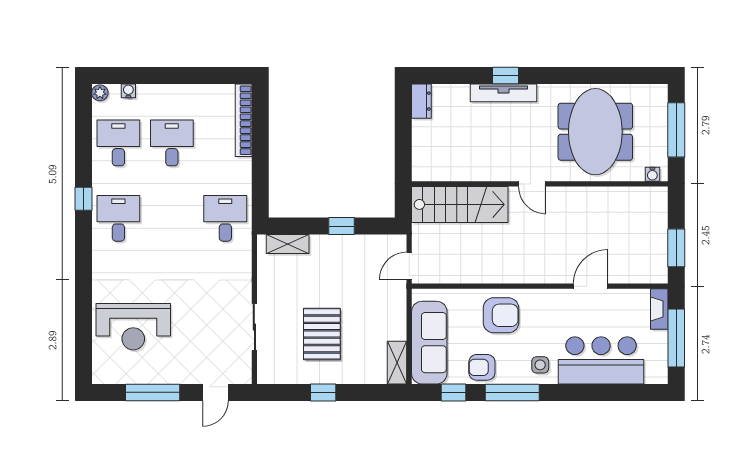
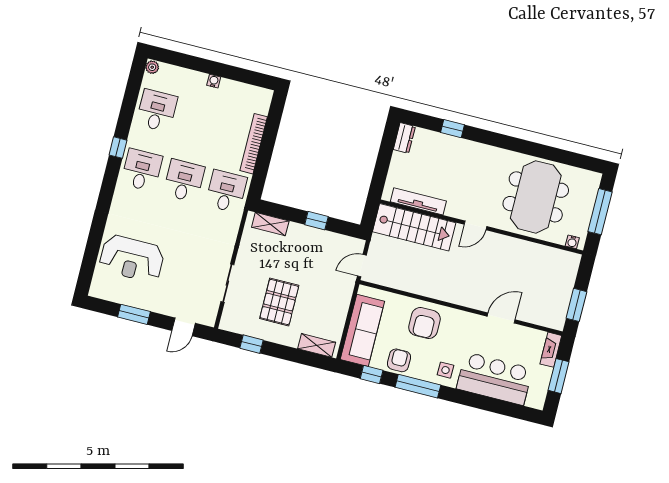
window: (506, 75) -> (453, 129), moved
water cooler: (128, 91) -> (214, 81), moved
tv unit: (504, 93) -> (418, 201), moved, turned 180
bookcase: (244, 120) -> (254, 144), moved
desk: (172, 143) -> (184, 181), moved
door: (532, 184) -> (475, 225), hinge flipped
armchair: (501, 315) -> (424, 323), turned 90
window: (676, 338) -> (558, 376), width x0.69
shelving: (397, 363) -> (317, 345), moved, turned 90
armchair: (482, 367) -> (399, 360), turned 90
window: (153, 392) -> (134, 314), width x0.69
window: (323, 392) -> (251, 344), moved

